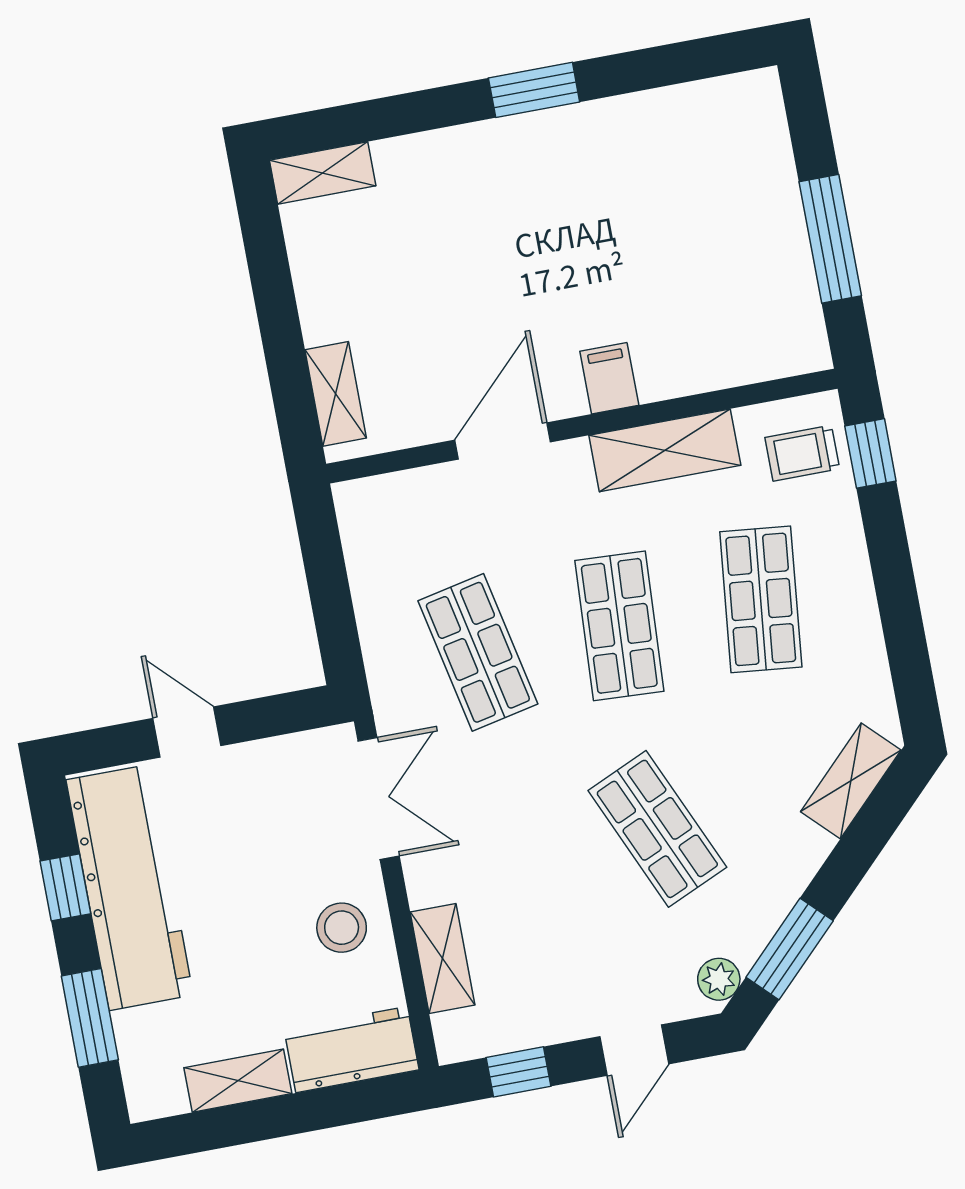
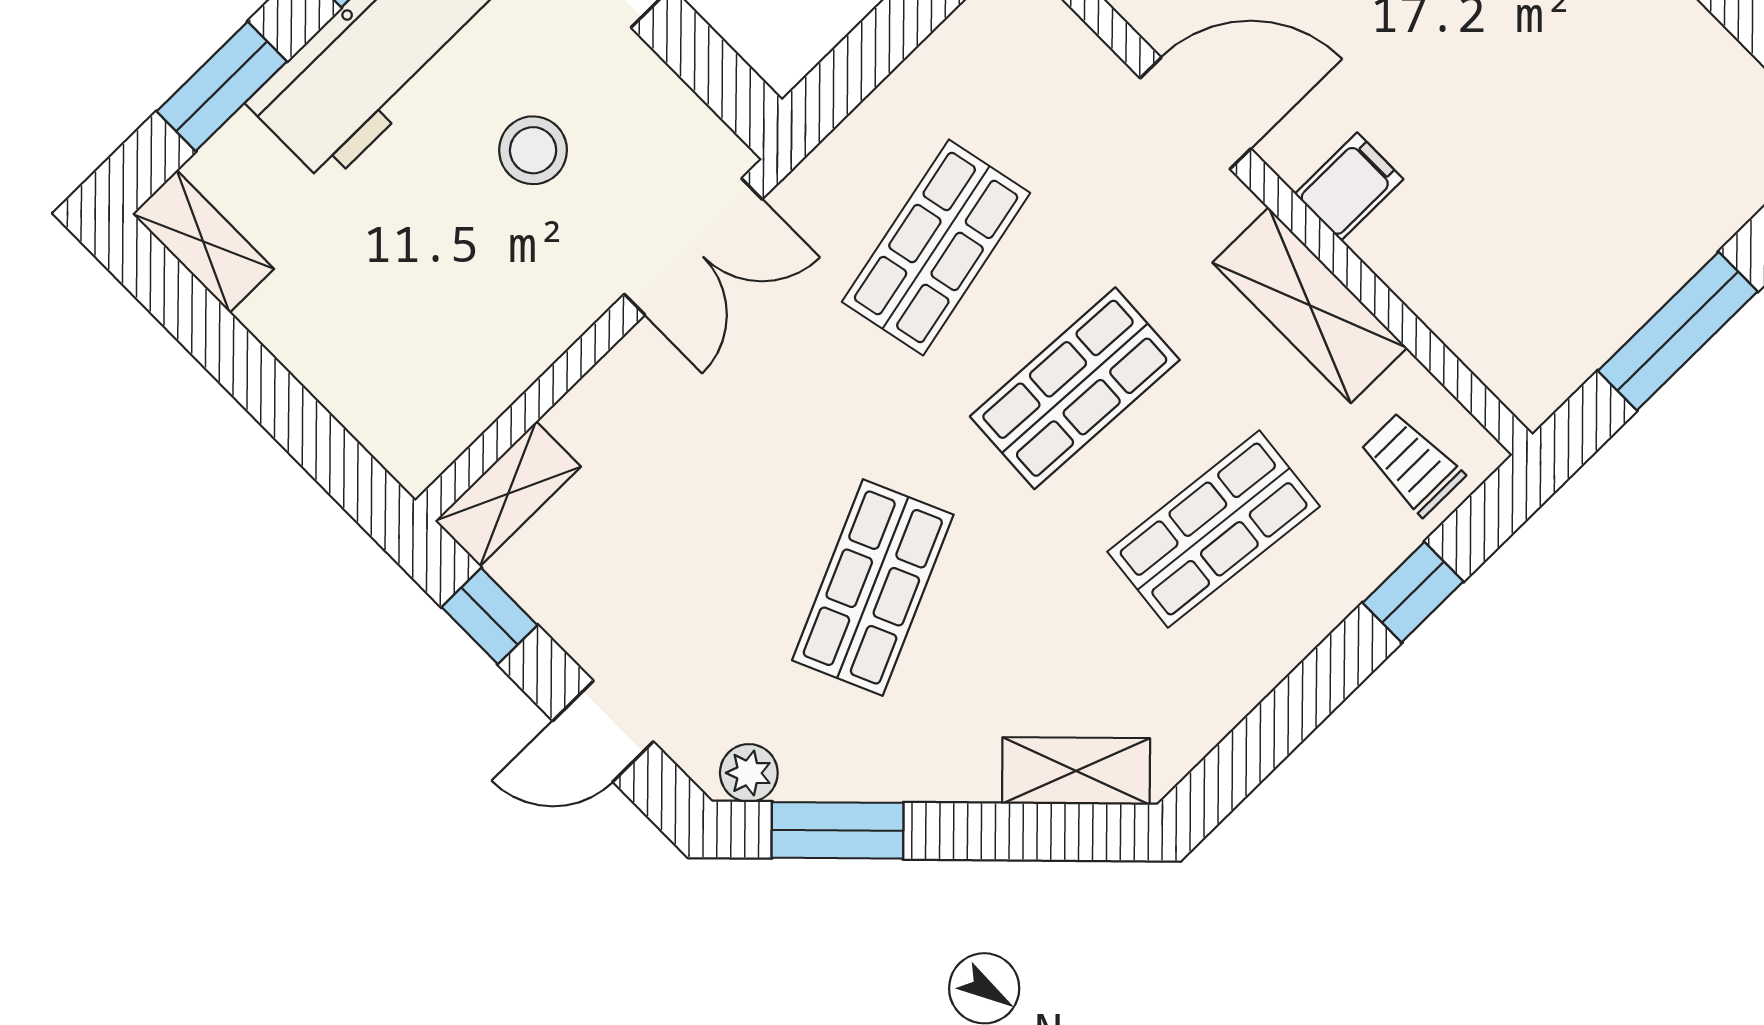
window: (870, 453) -> (1413, 592), moved
stool: (342, 928) -> (533, 150), moved
shelving: (442, 959) -> (508, 494), moved
workbench: (351, 1050) -> (387, 409), removed
shelving: (238, 1081) -> (203, 241), moved

